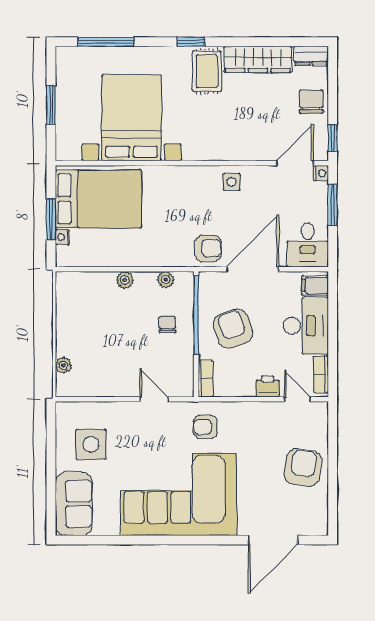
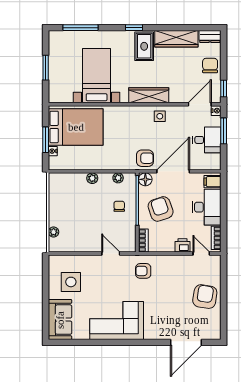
bed with nightstands: (132, 118) -> (97, 76), width x0.73
wardrobe: (214, 149) -> (149, 95), added
desk: (308, 245) -> (207, 140), moved, turned -90
floor lamp: (209, 282) -> (145, 179), added
corner sofa: (179, 495) -> (117, 321), width x0.73, depth x0.74

